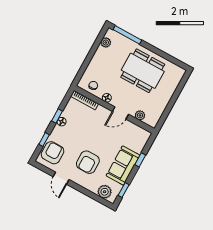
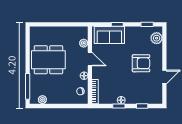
dining table: (143, 71) -> (48, 60), turned 90
armchair: (53, 153) -> (149, 94), removed
sofa: (123, 166) -> (109, 35), moved

